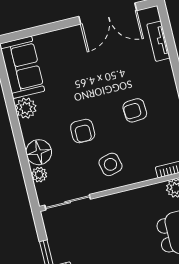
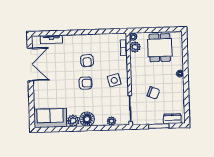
armchair: (83, 131) -> (85, 83), moved
floor lamp: (39, 152) -> (87, 119), moved
chair: (103, 237) -> (153, 93), added

